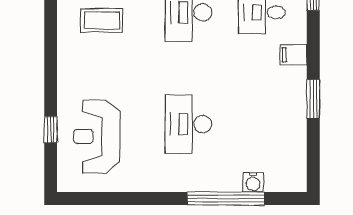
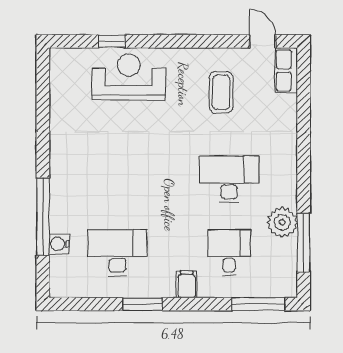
desk: (188, 124) -> (117, 253), moved
reception desk: (97, 137) -> (129, 77), moved

